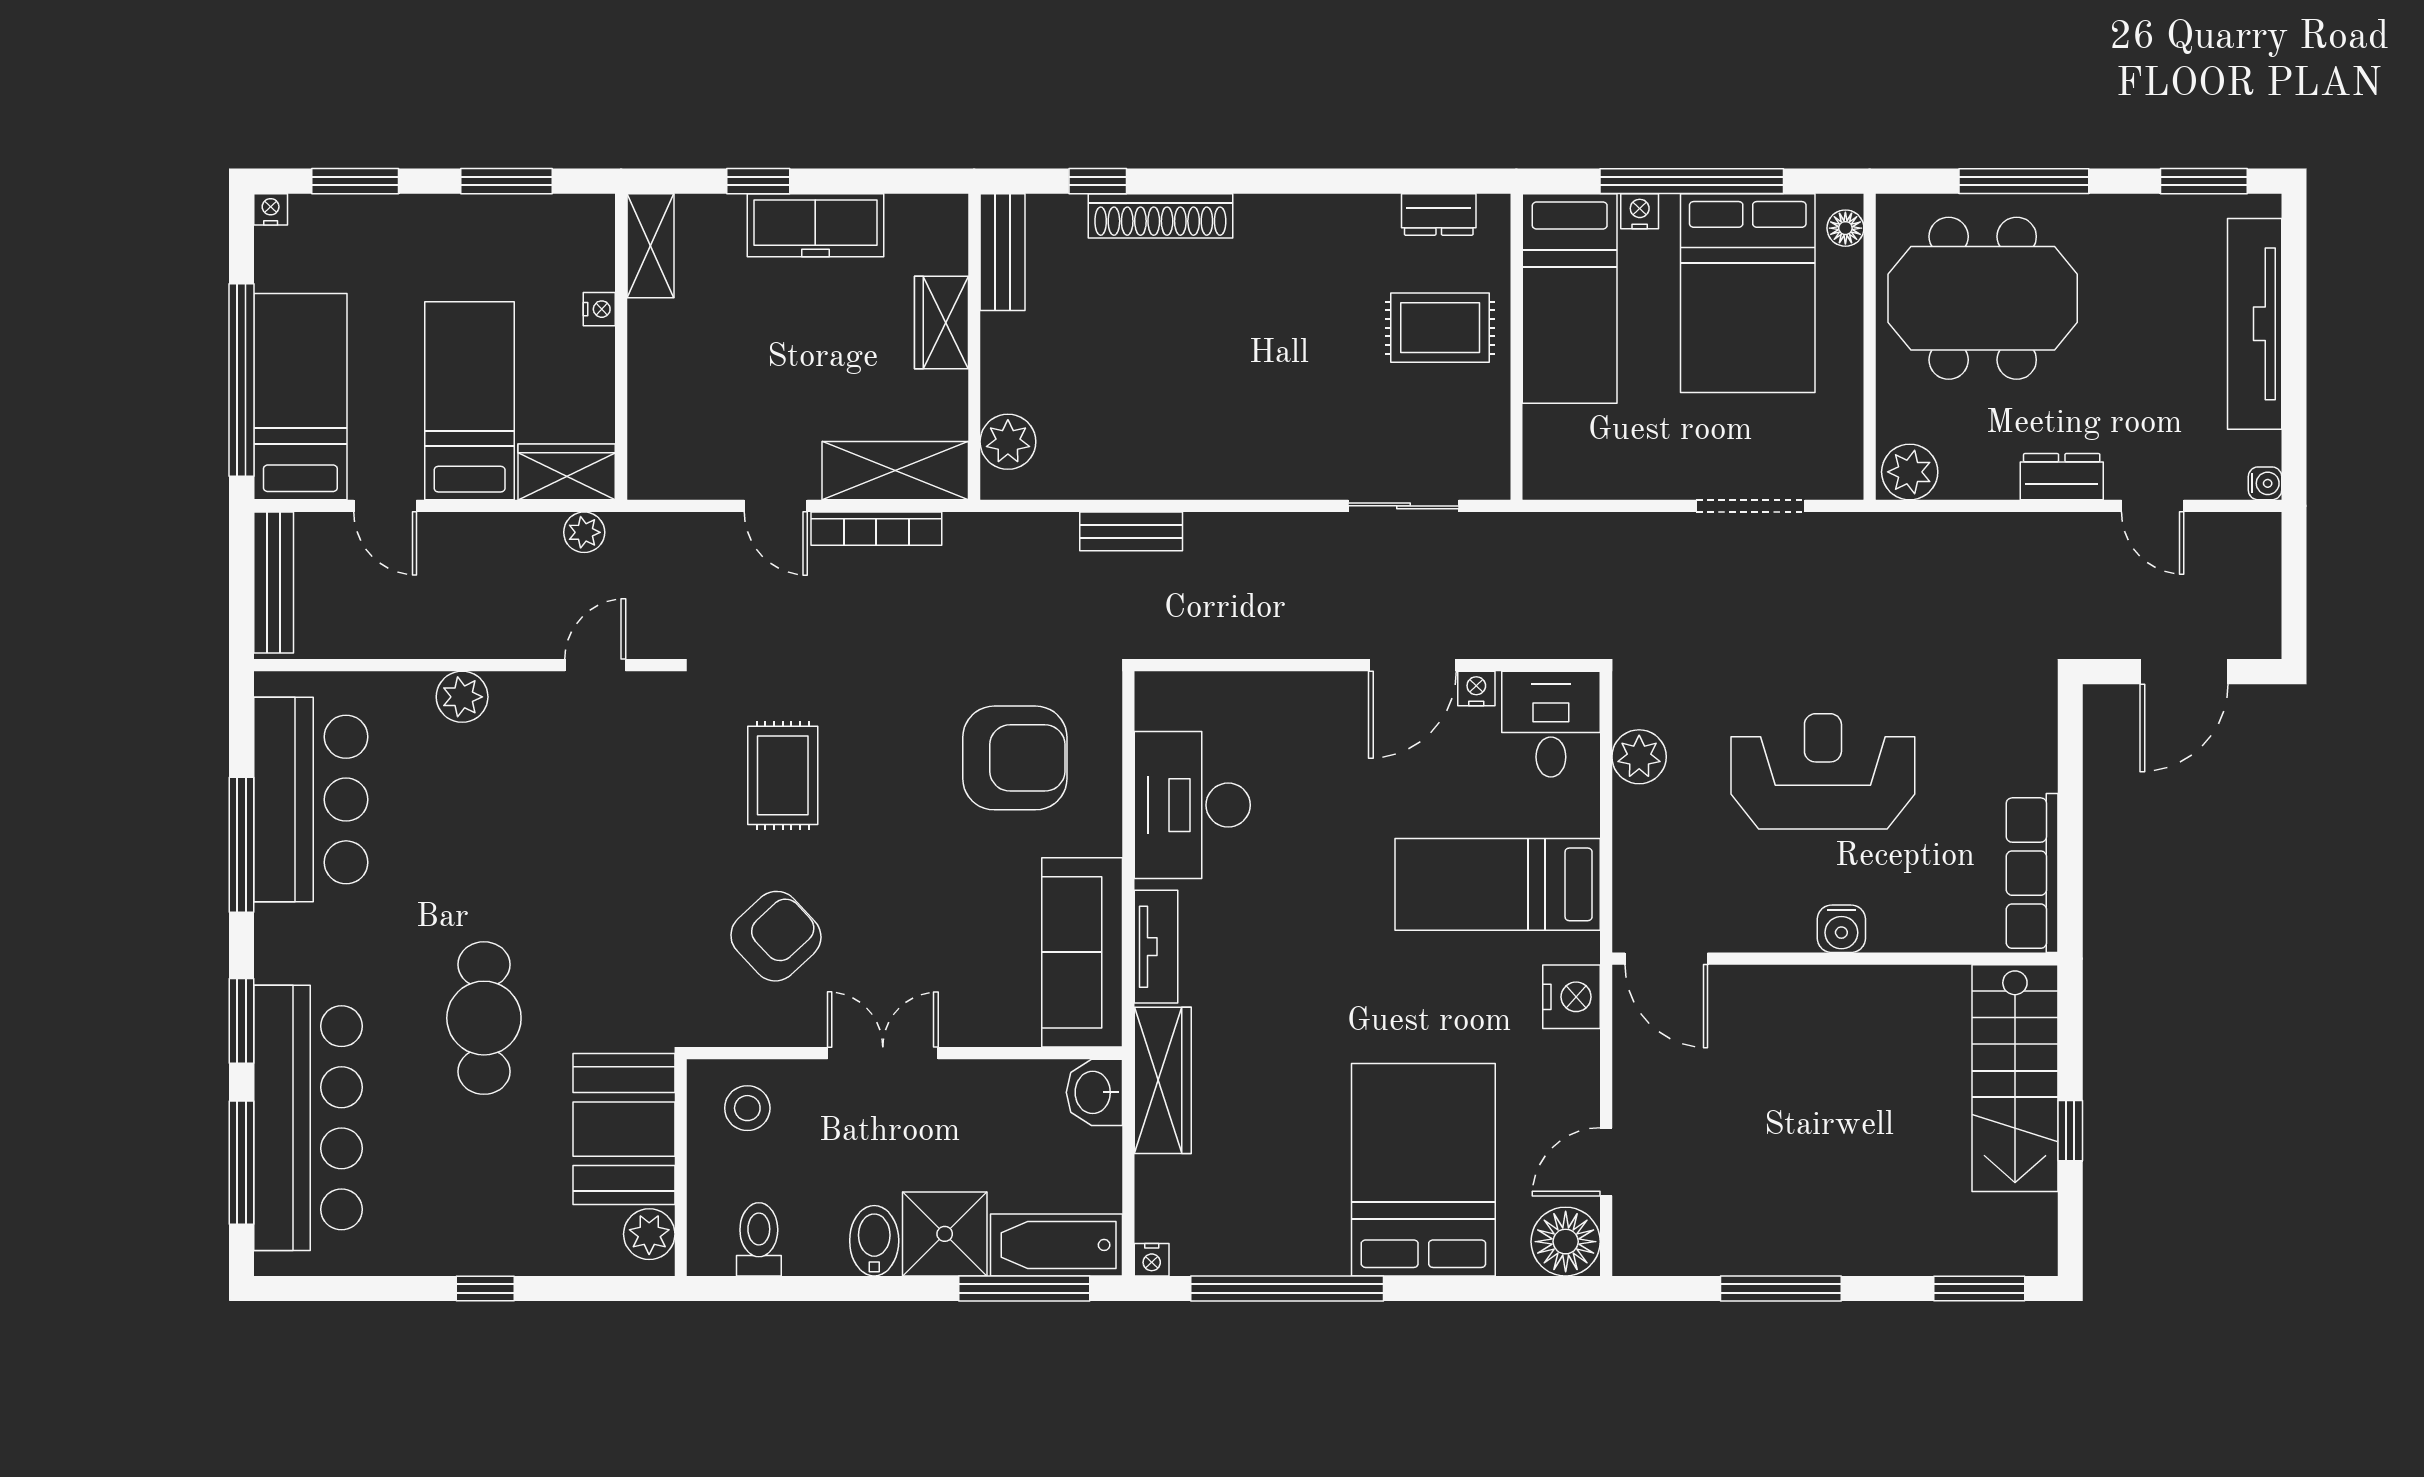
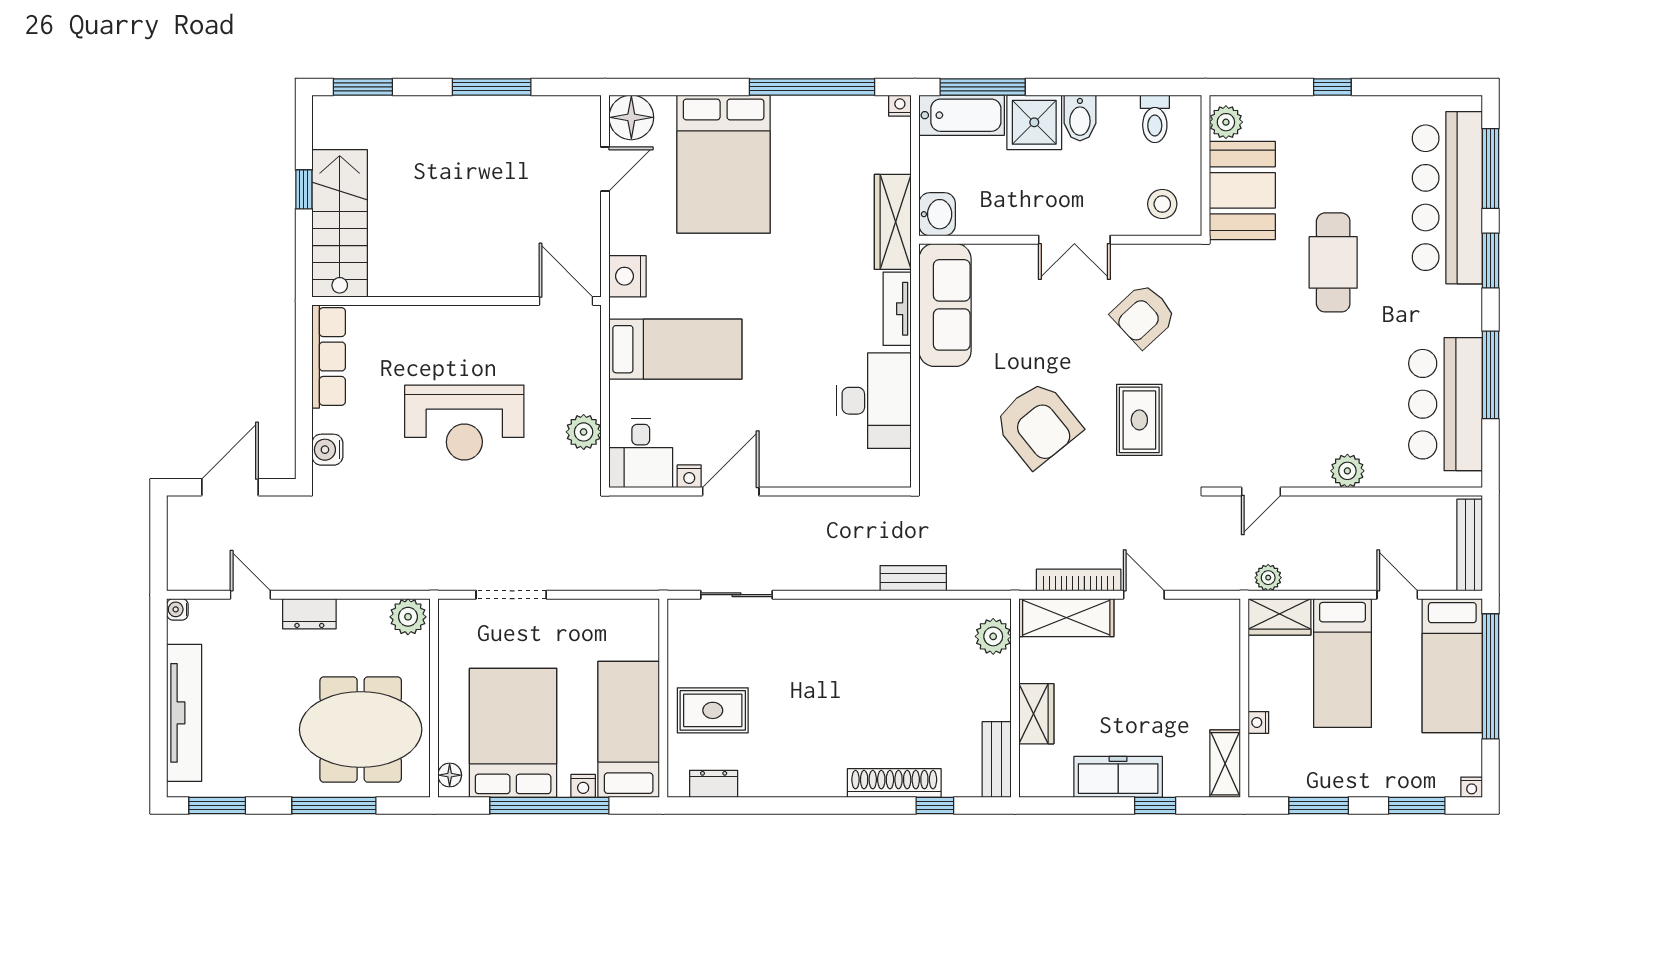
armchair: (1015, 758) -> (1038, 424), moved, turned -129
water cooler: (1841, 929) -> (327, 450), moved, turned -90

